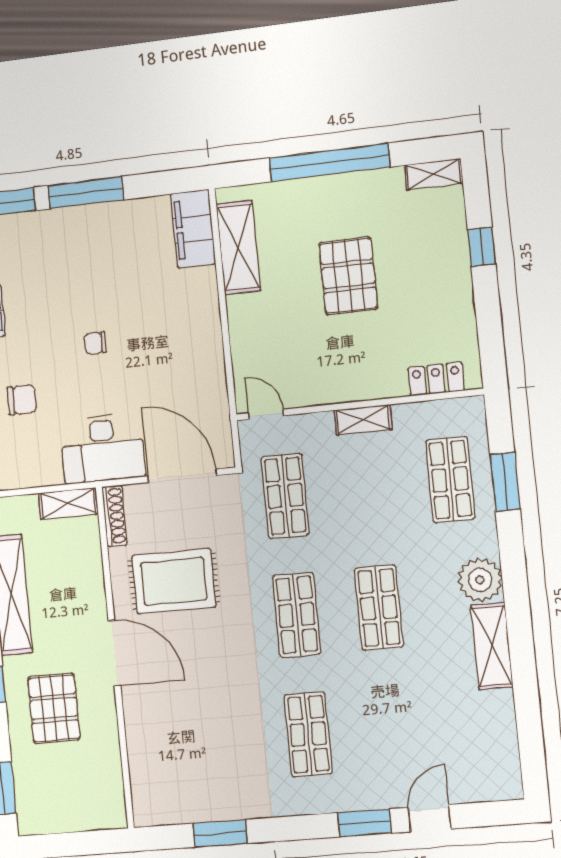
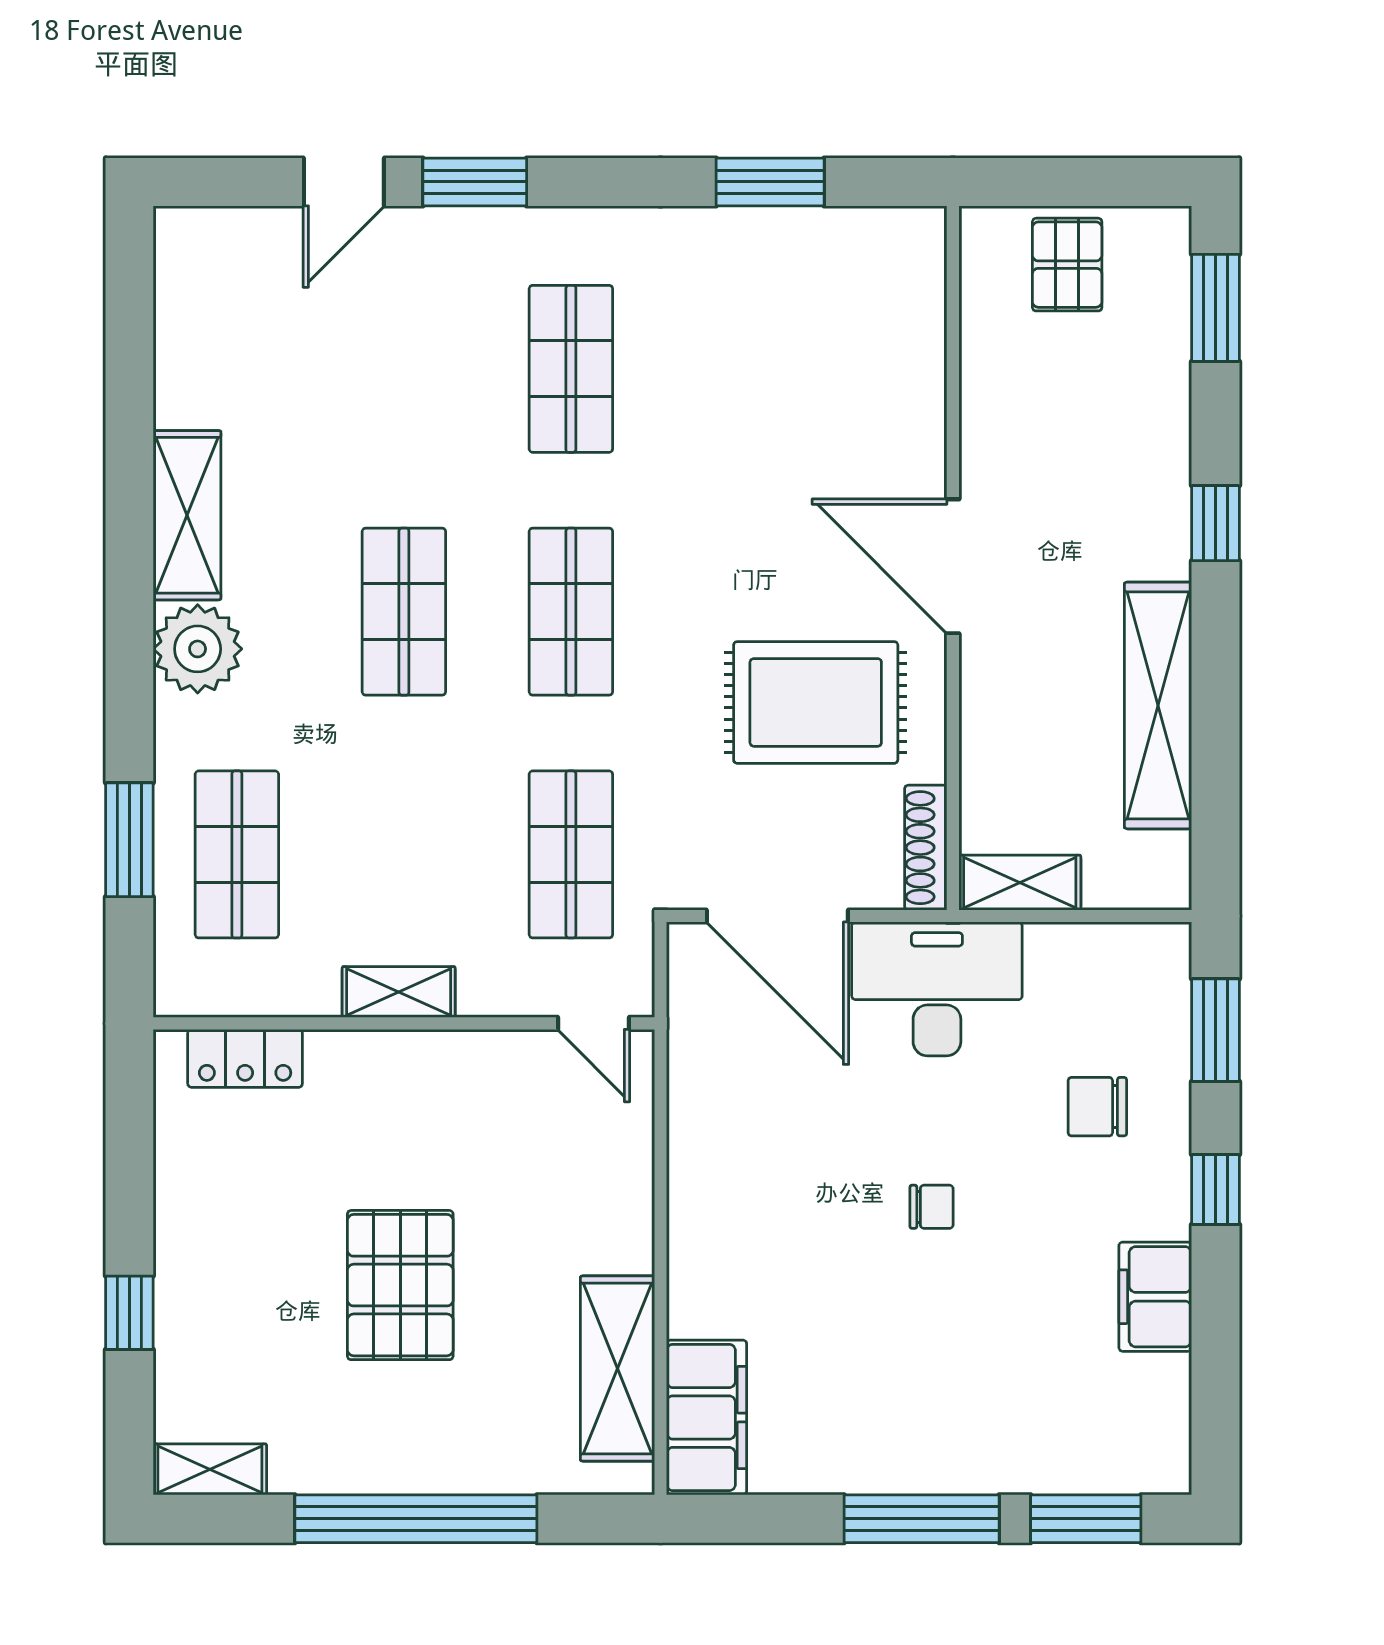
pallet: (54, 708) -> (1067, 265), moved, width x0.67, depth x0.71

